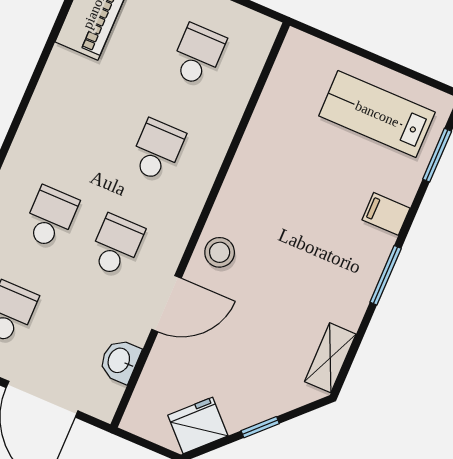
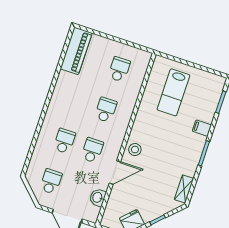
lab bench: (377, 114) -> (173, 92), moved, turned -90

